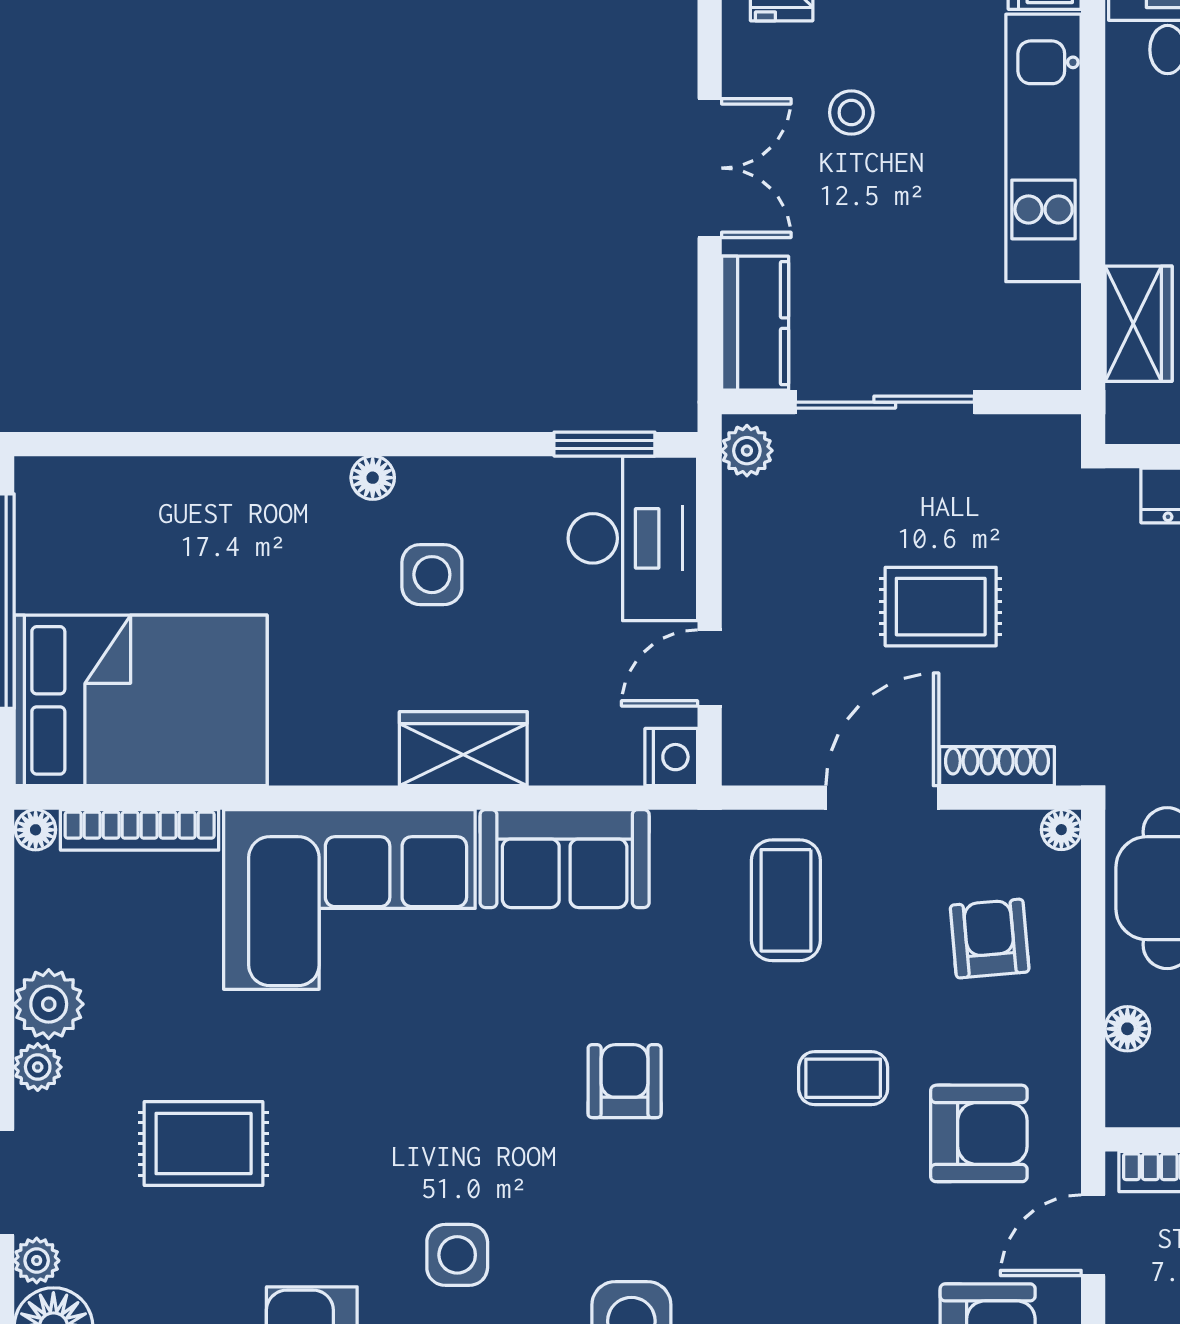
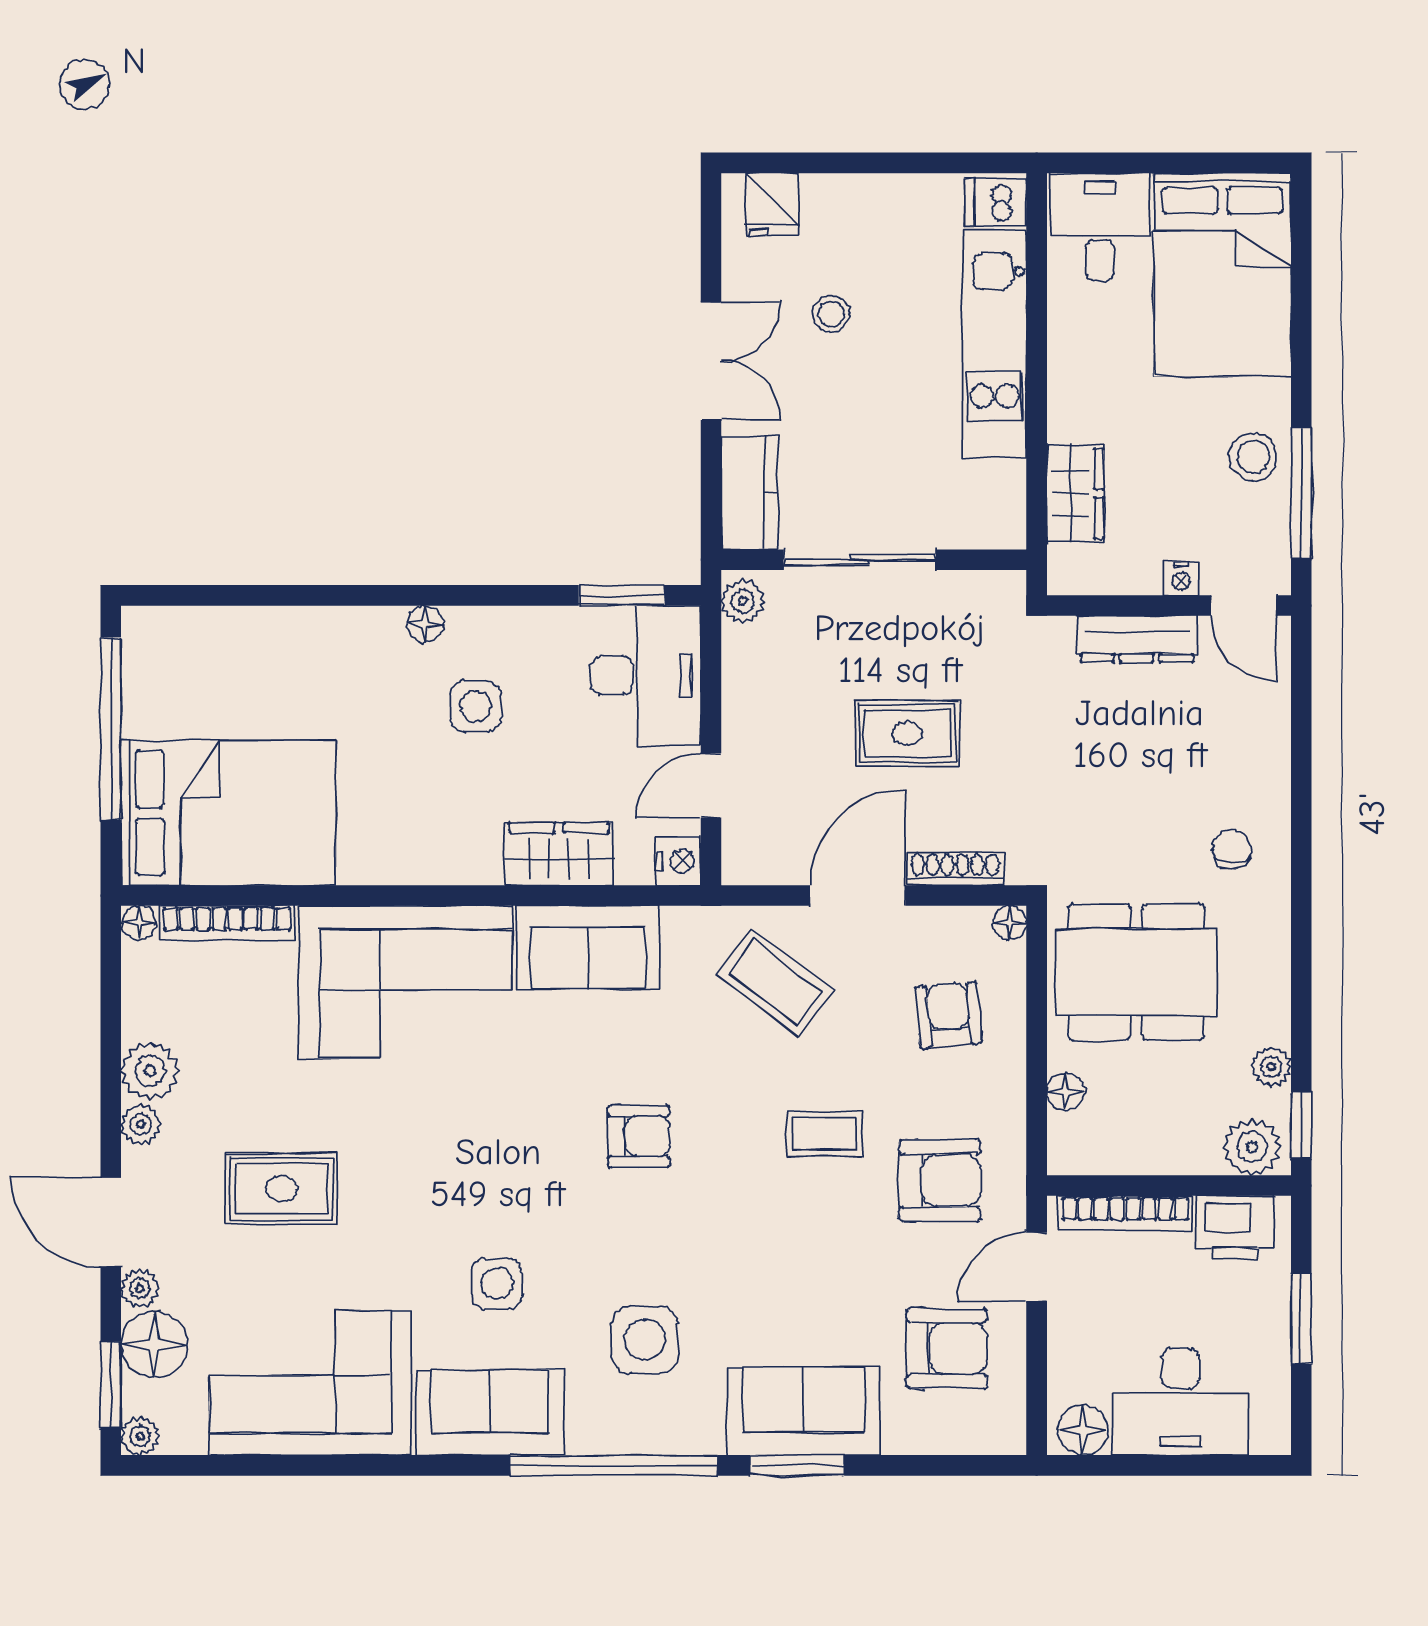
wardrobe: (463, 749) -> (559, 854), moved
coffee table: (786, 900) -> (776, 983), turned -53
armchair: (625, 1081) -> (639, 1136), turned 90

